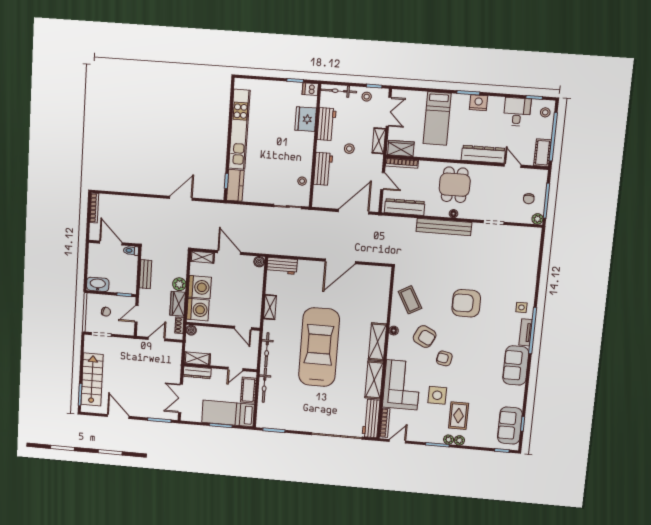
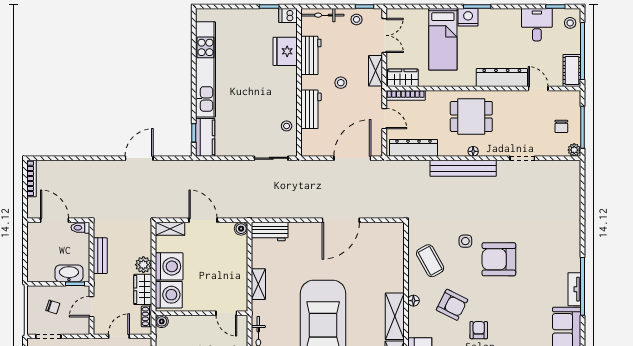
nightstand: (479, 103) -> (468, 17), moved
dining table: (455, 185) -> (471, 116), turned 90
washbasin: (98, 284) -> (69, 273), moved
side table: (521, 307) -> (465, 241), moved
armchair: (444, 358) -> (479, 330), turned 79

